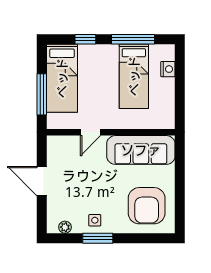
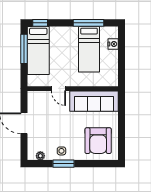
window: (85, 39) -> (40, 23), moved
window: (42, 94) -> (24, 49), moved
door: (91, 132) -> (58, 89), hinge flipped

